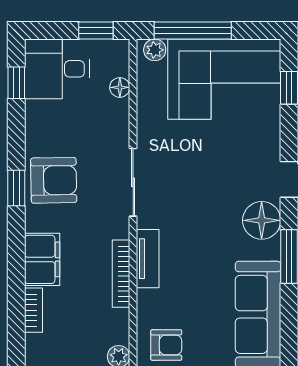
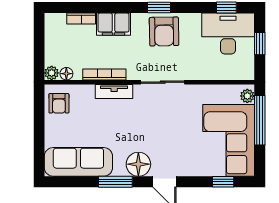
window: (96, 30) -> (260, 44), moved
desk: (57, 69) -> (228, 34), width x1.37
floor lamp: (120, 87) -> (66, 74), moved

